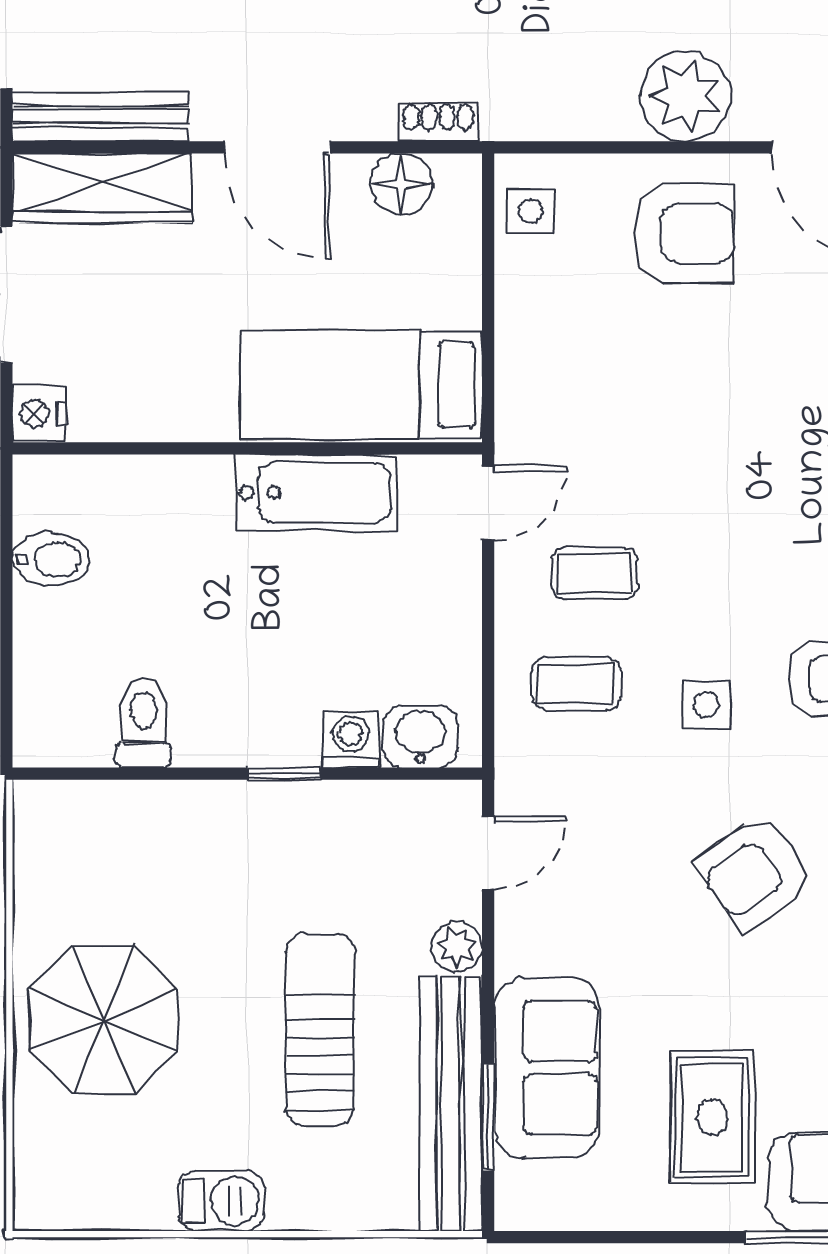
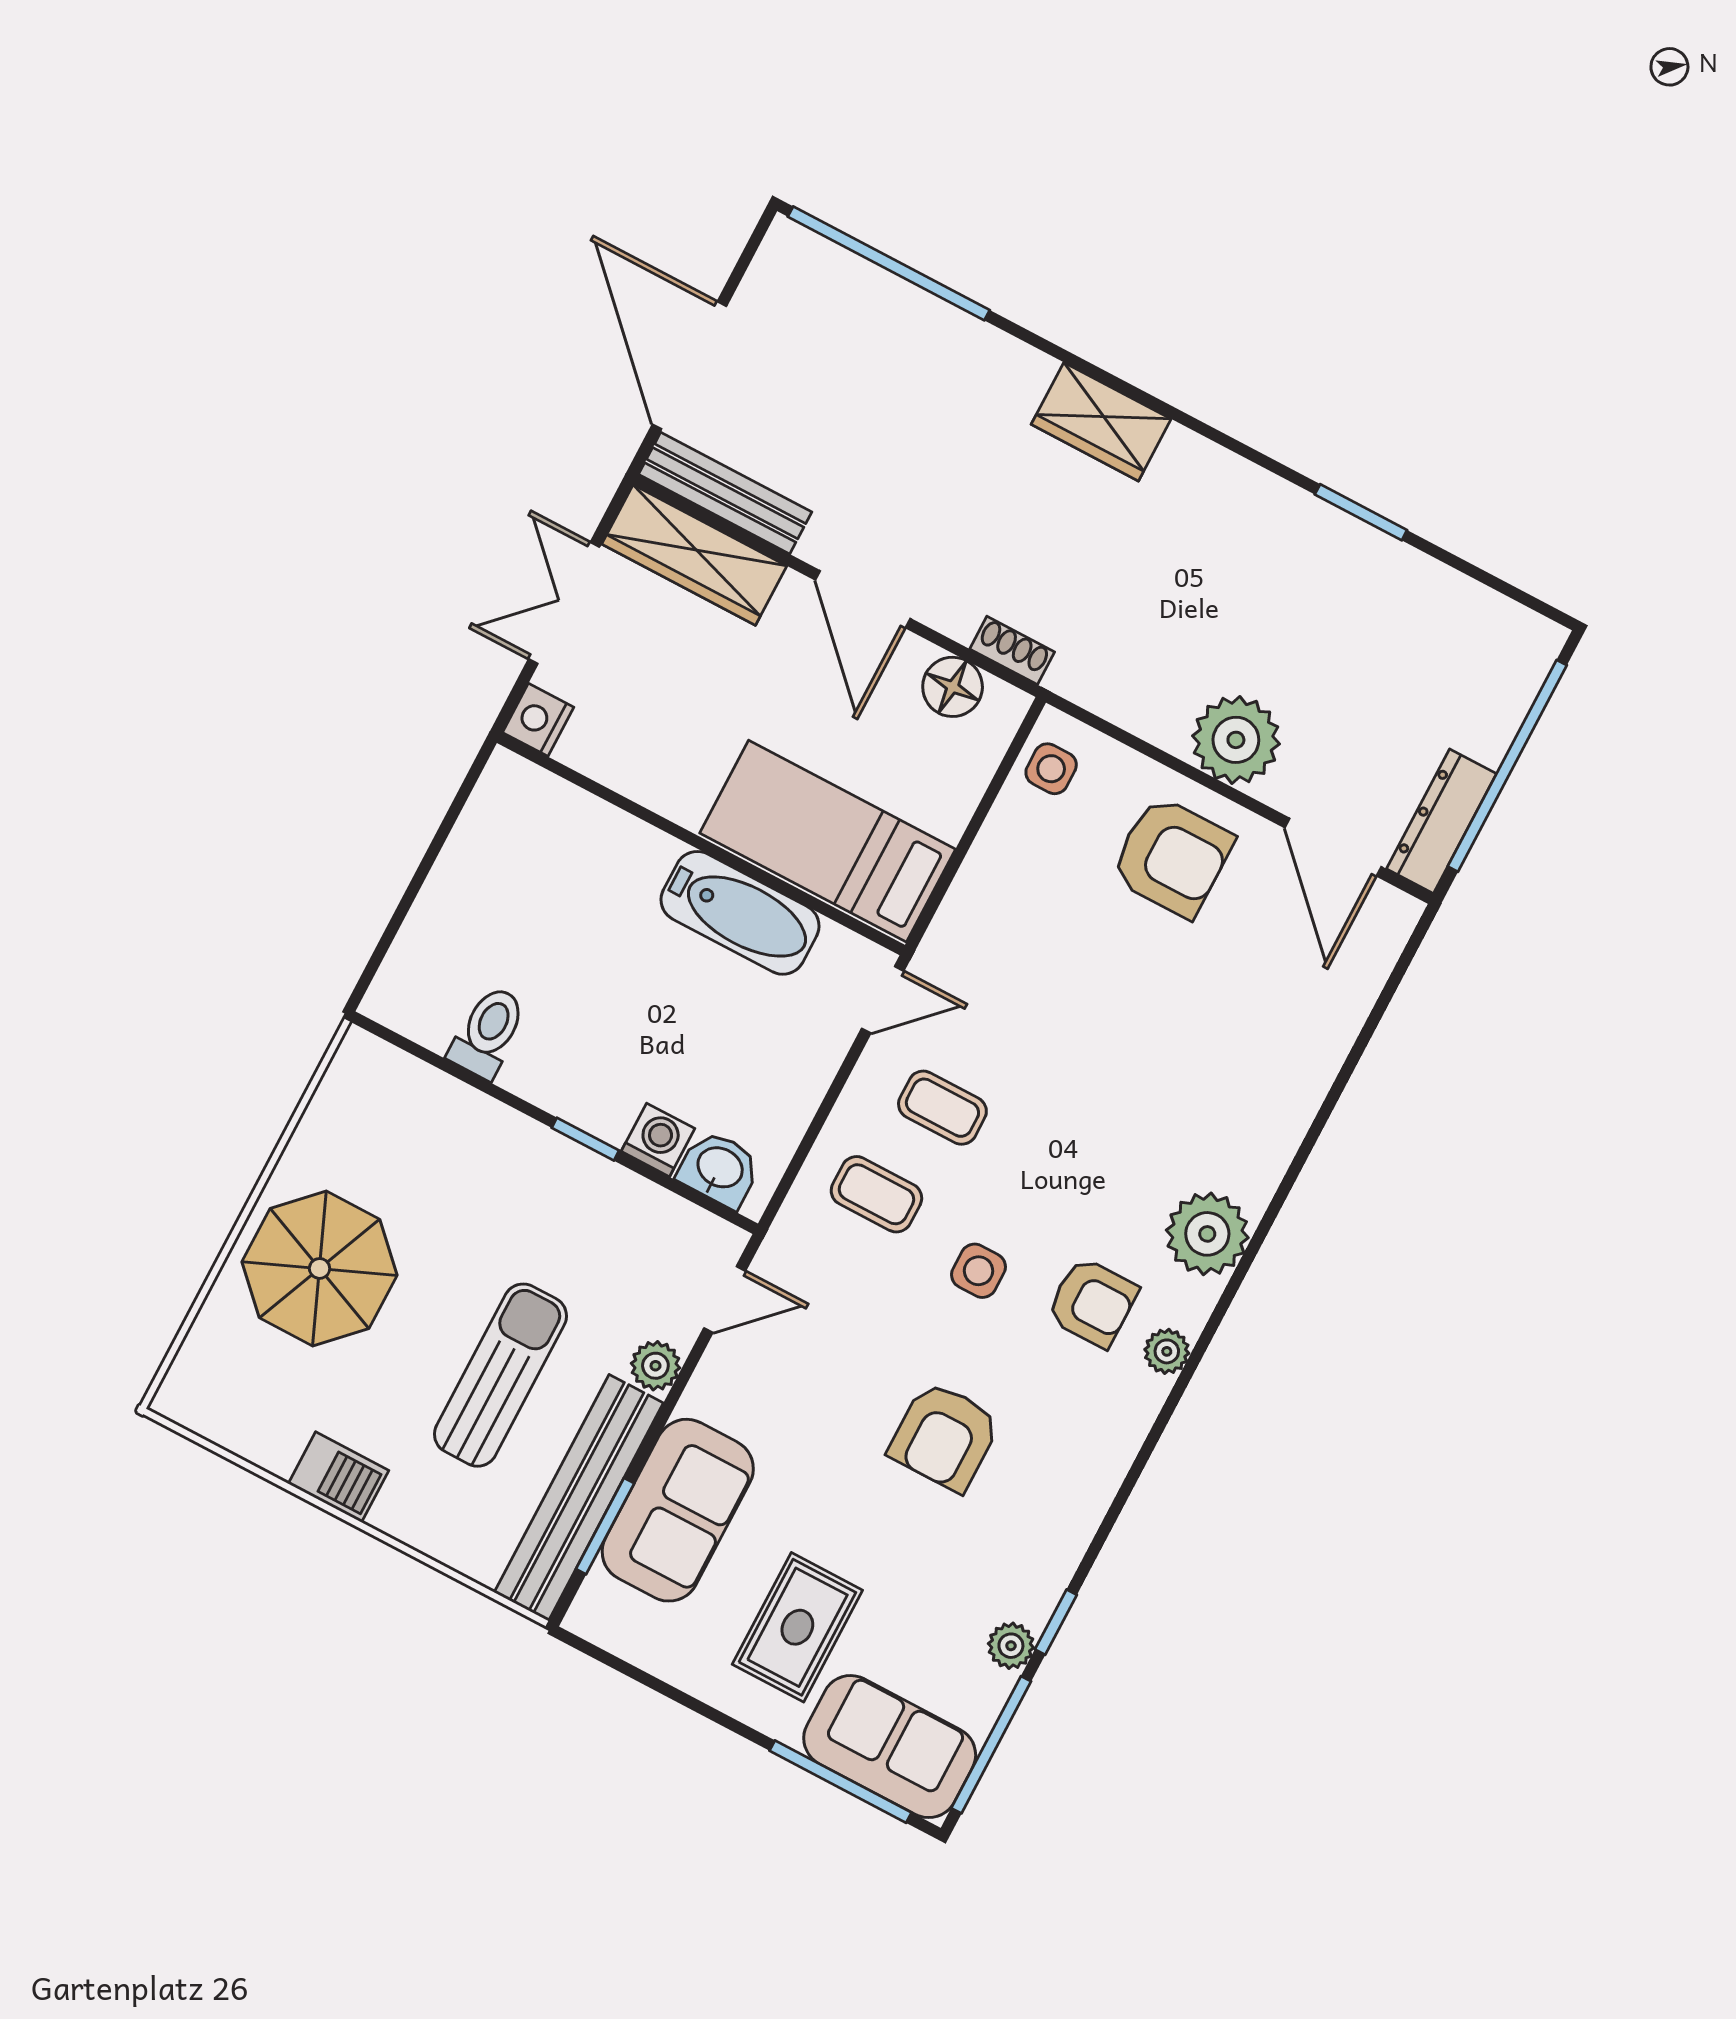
bidet: (51, 559) -> (483, 850), removed
armchair: (755, 872) -> (944, 1436), turned -55

